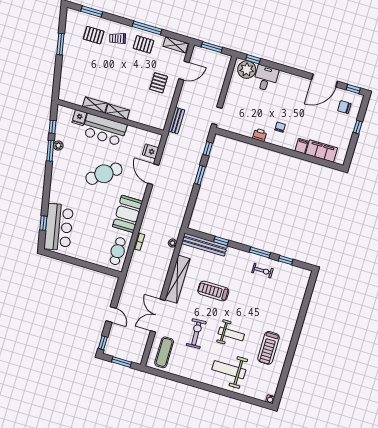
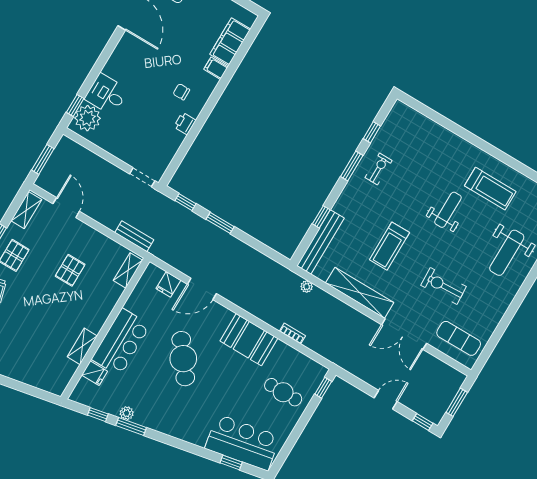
pallet: (159, 83) -> (70, 270), moved, turned 90
shelving: (118, 112) -> (128, 270), moved
cafe table: (118, 251) -> (283, 392), moved
window: (108, 271) -> (323, 388), added
weight bench: (231, 334) -> (448, 210), moved

